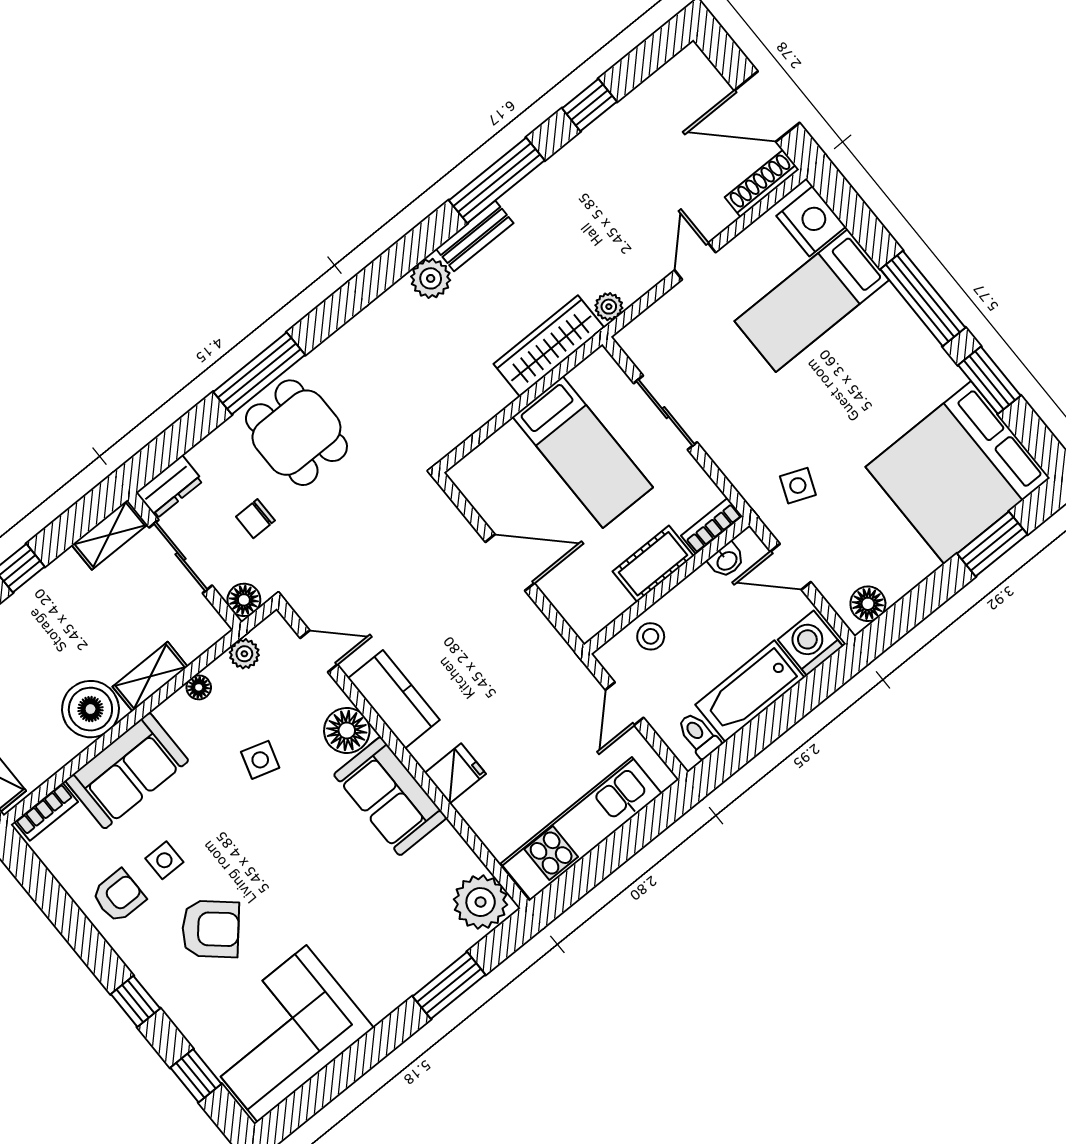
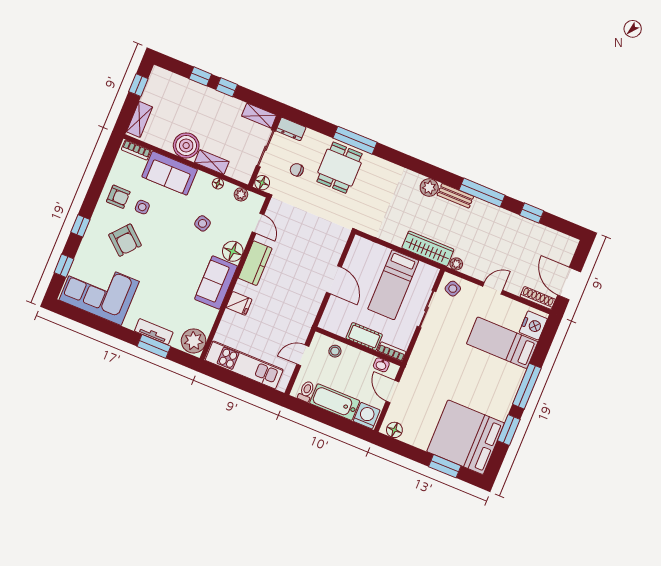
side table: (798, 486) -> (453, 289), moved
tv unit: (420, 970) -> (154, 332), added

